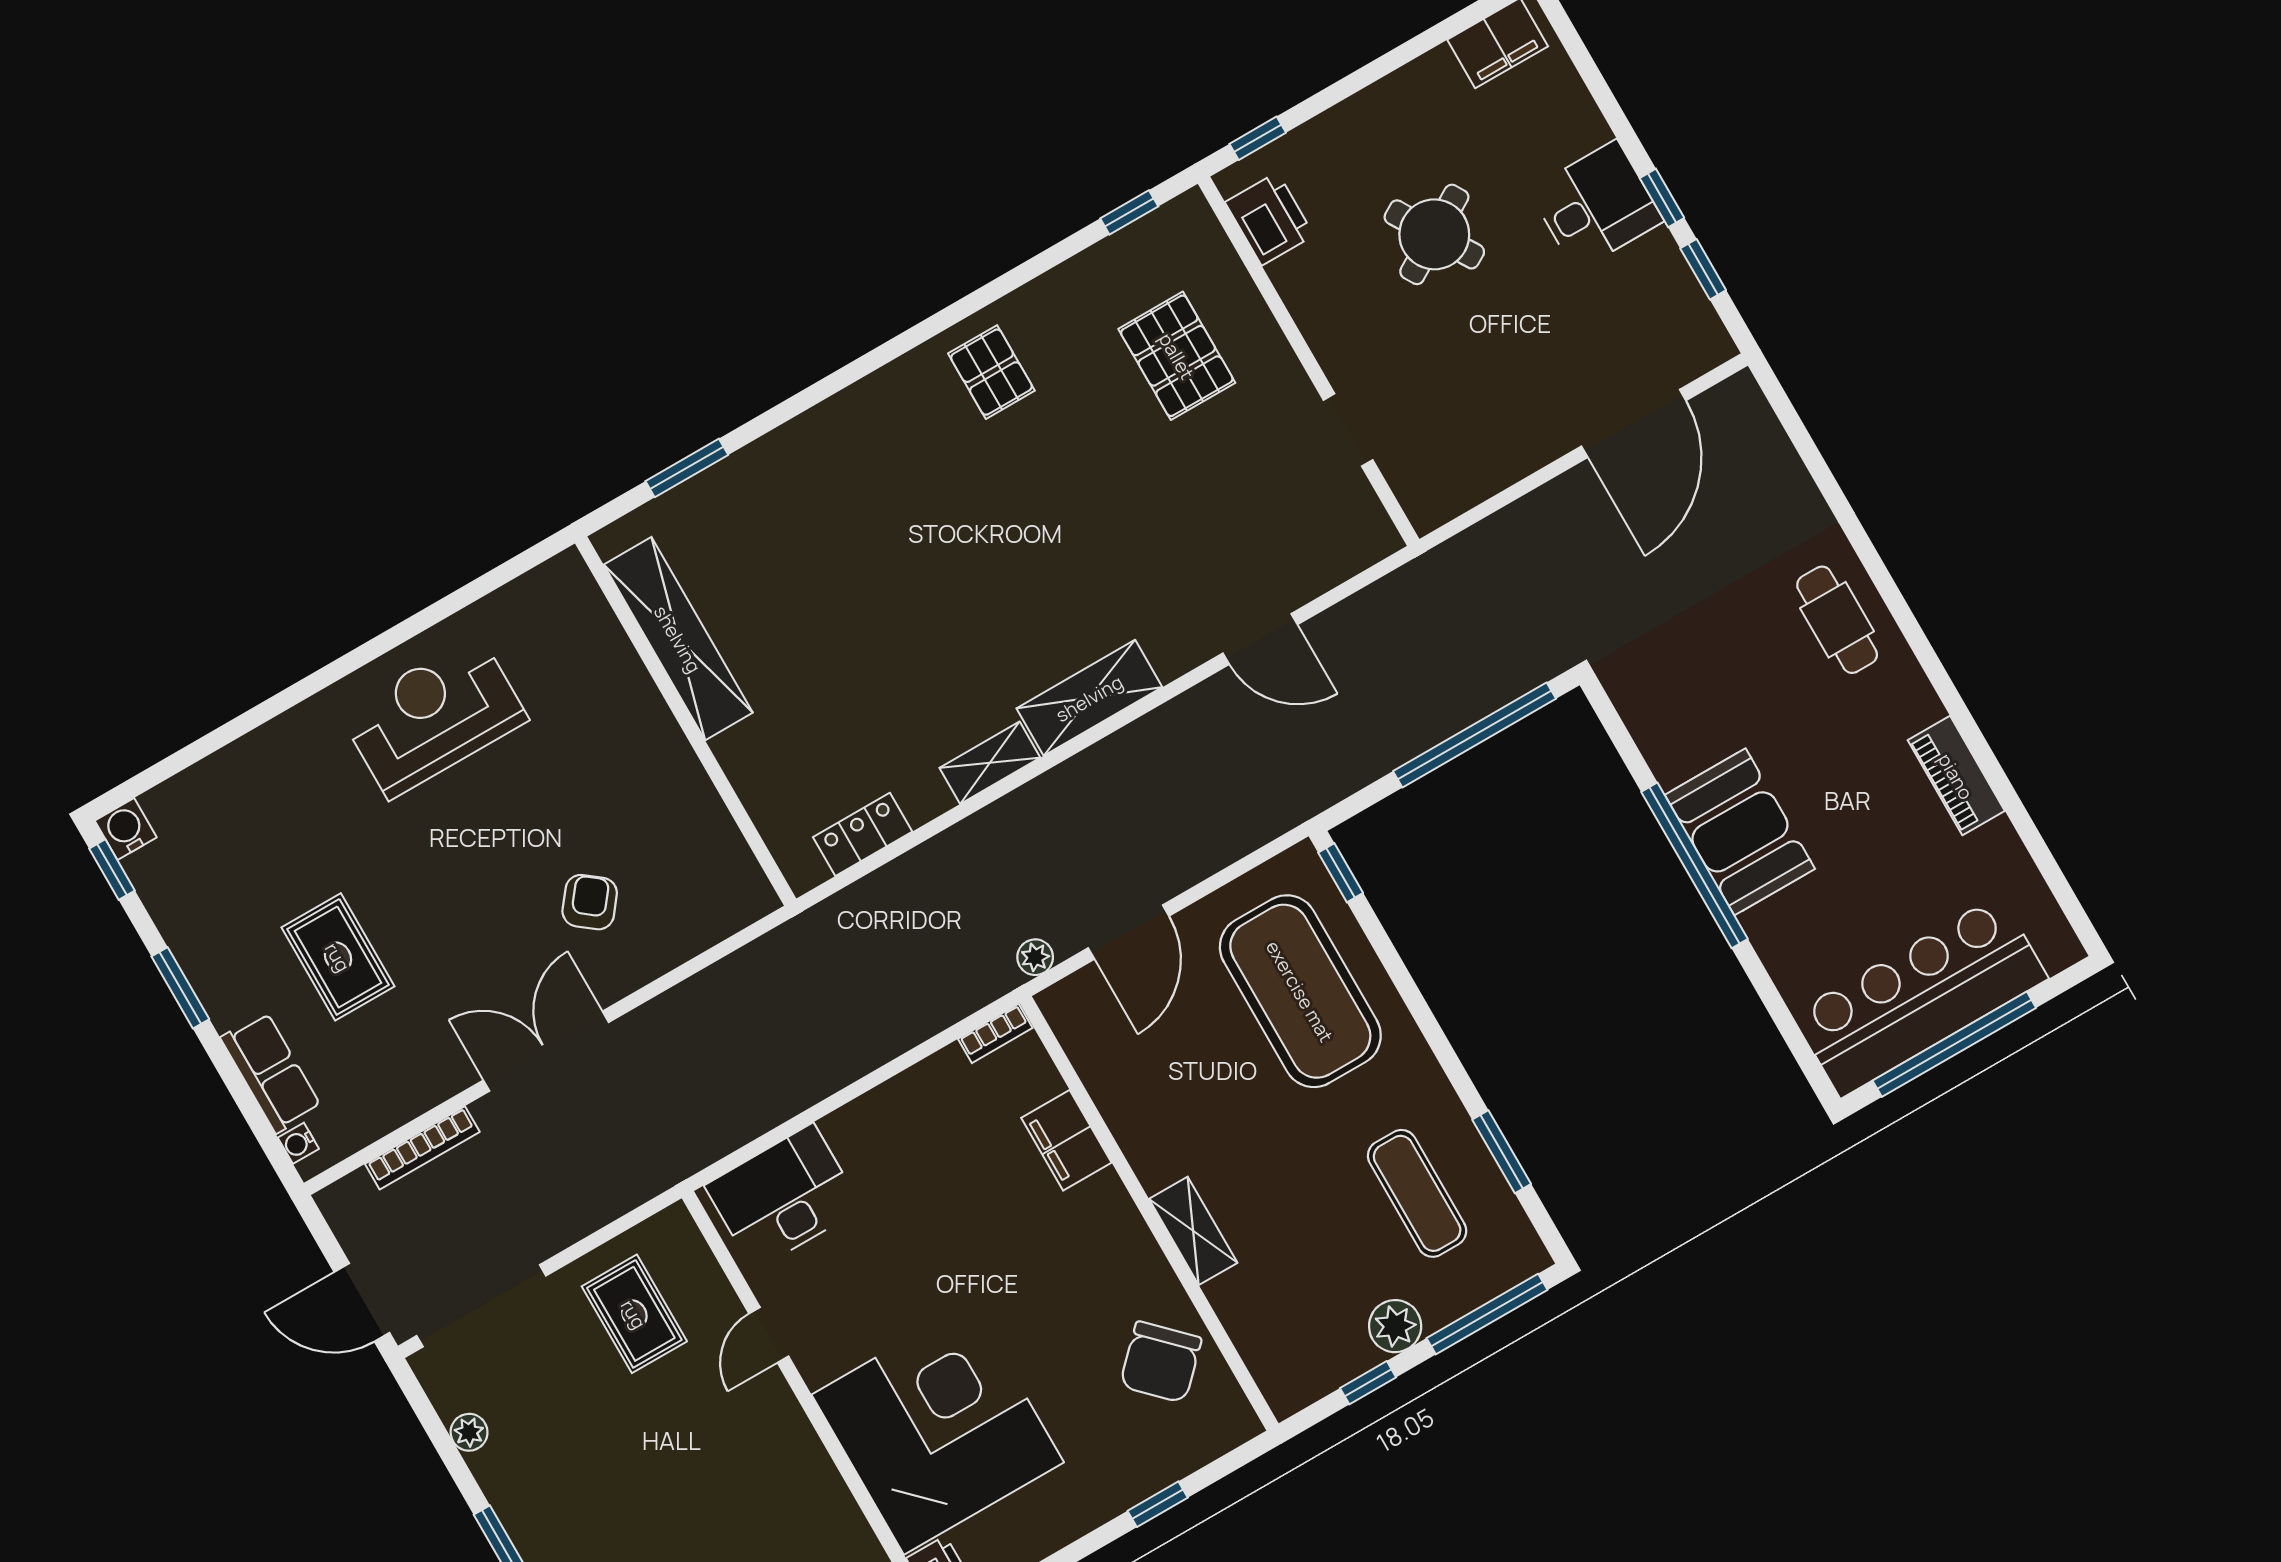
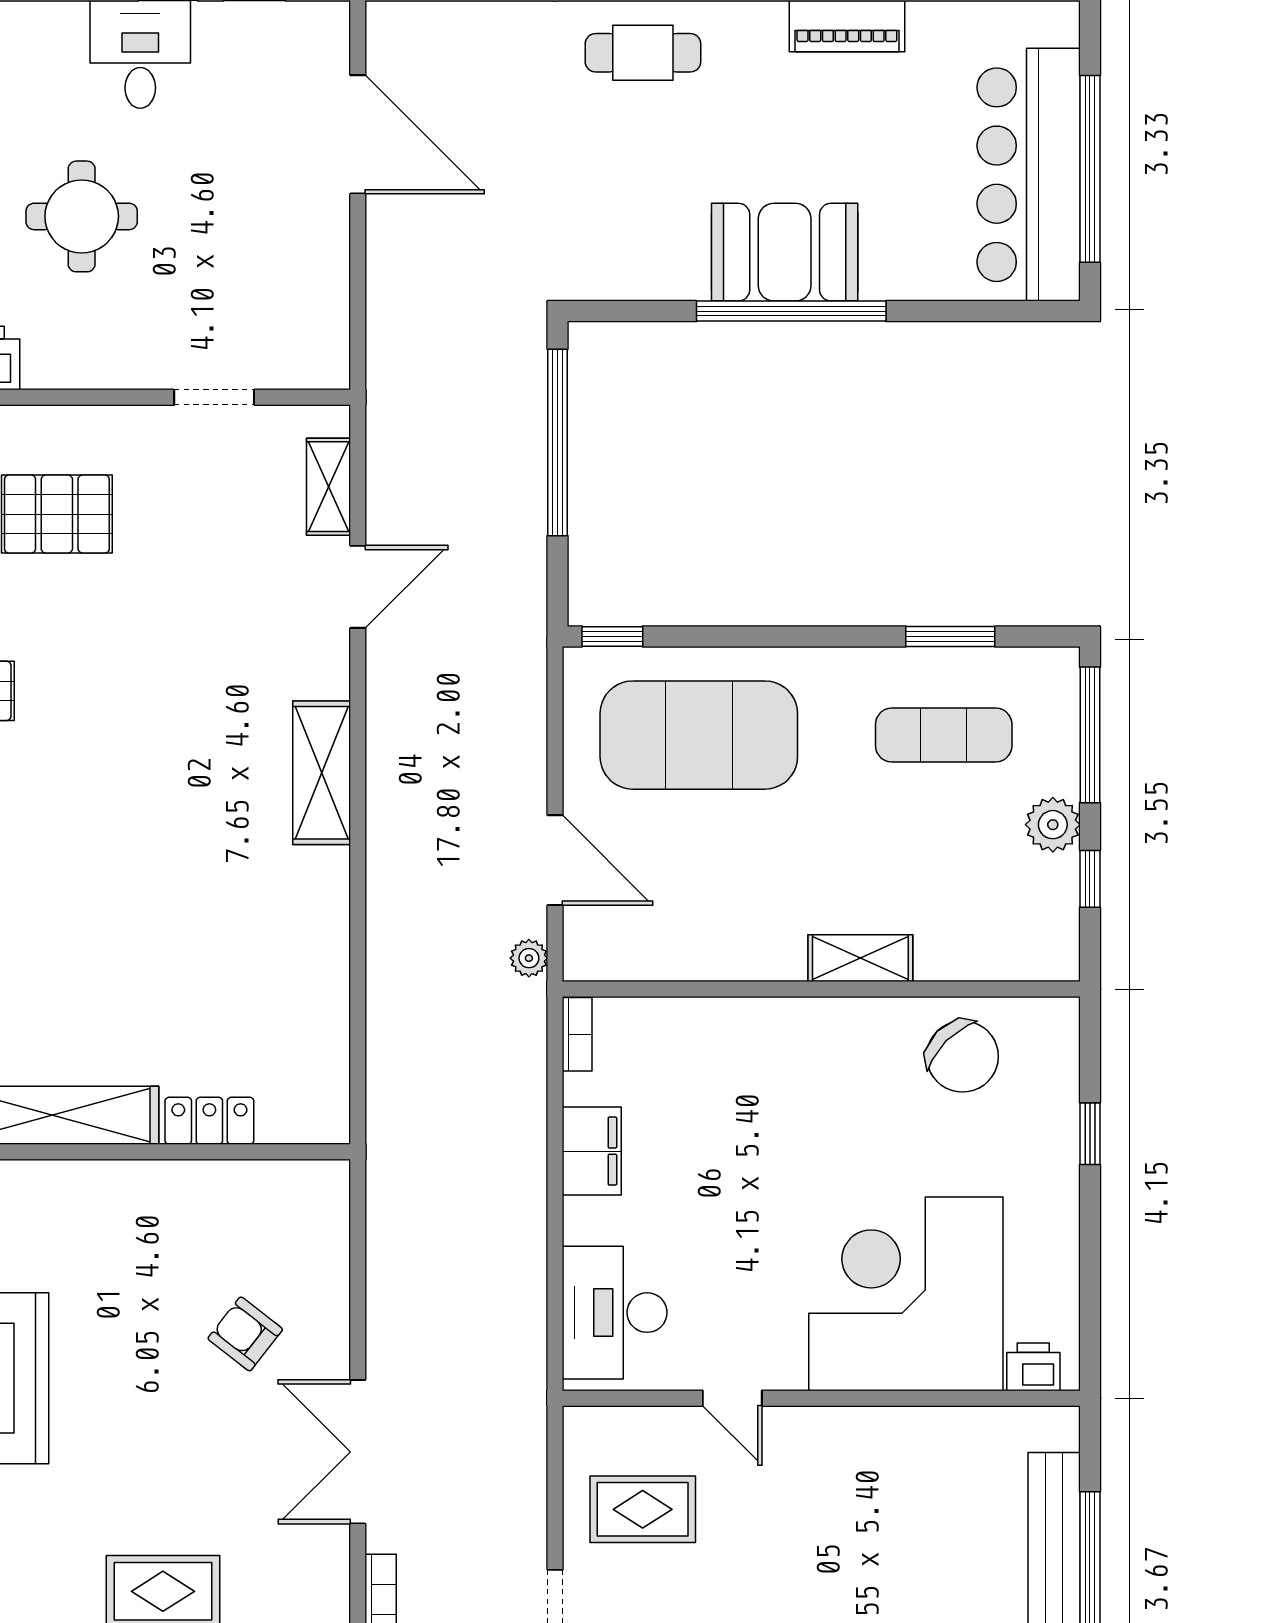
round table: (1434, 234) -> (82, 216), turned 31
shelving: (990, 763) -> (329, 487), moved
locker: (863, 834) -> (209, 1121), moved, turned 90
filing cabinet: (1066, 1140) -> (592, 1151), moved, turned -90

